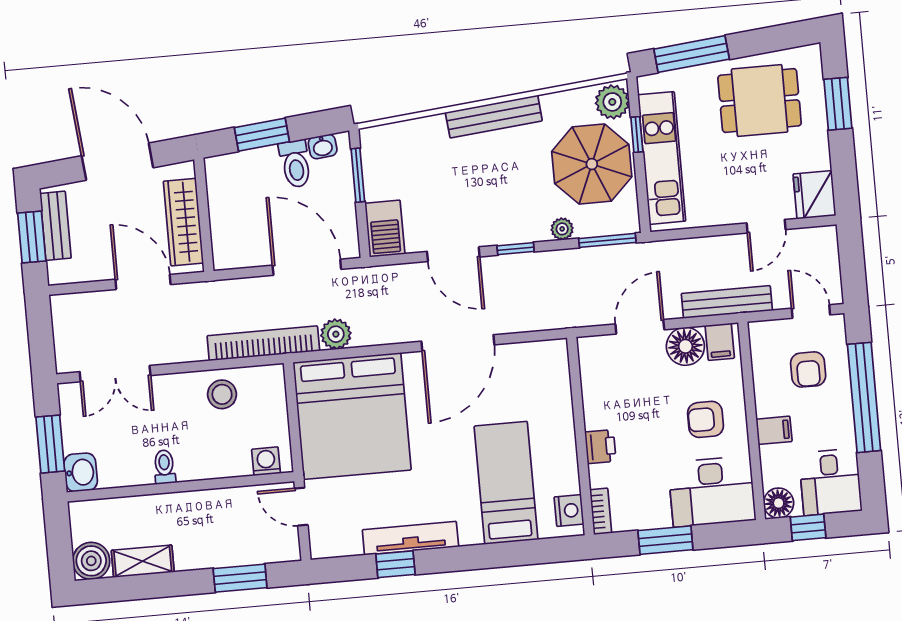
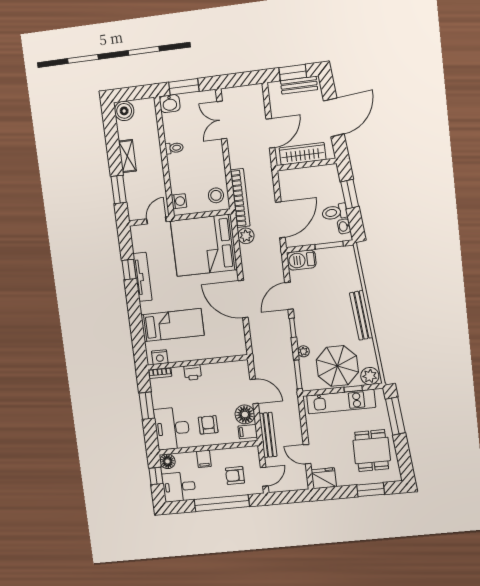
stool: (222, 394) -> (216, 195), moved
shelving: (143, 561) -> (127, 156), moved

